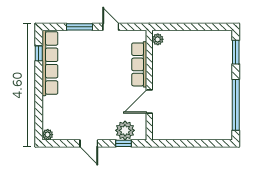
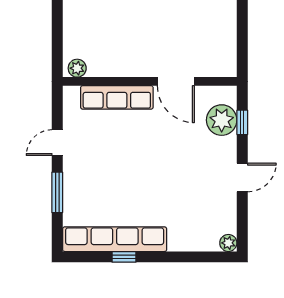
window: (39, 53) -> (124, 257), moved

